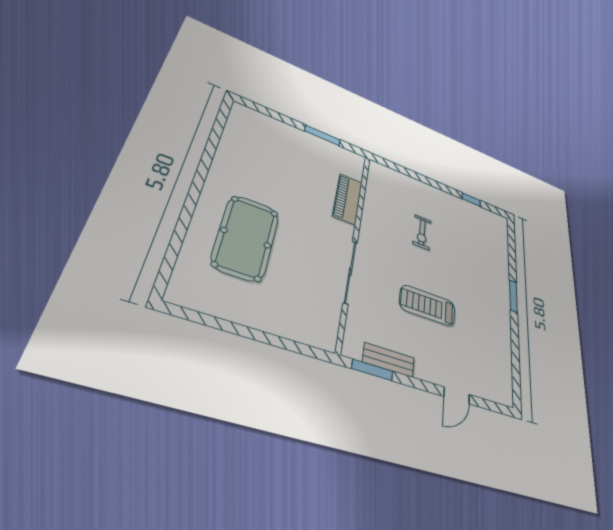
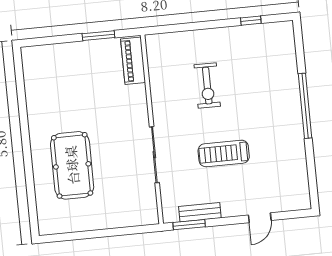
piano: (348, 199) -> (133, 61), moved
exercise bike: (422, 232) -> (207, 86), width x1.38, depth x1.39
window: (513, 296) -> (305, 106), width x2.11

